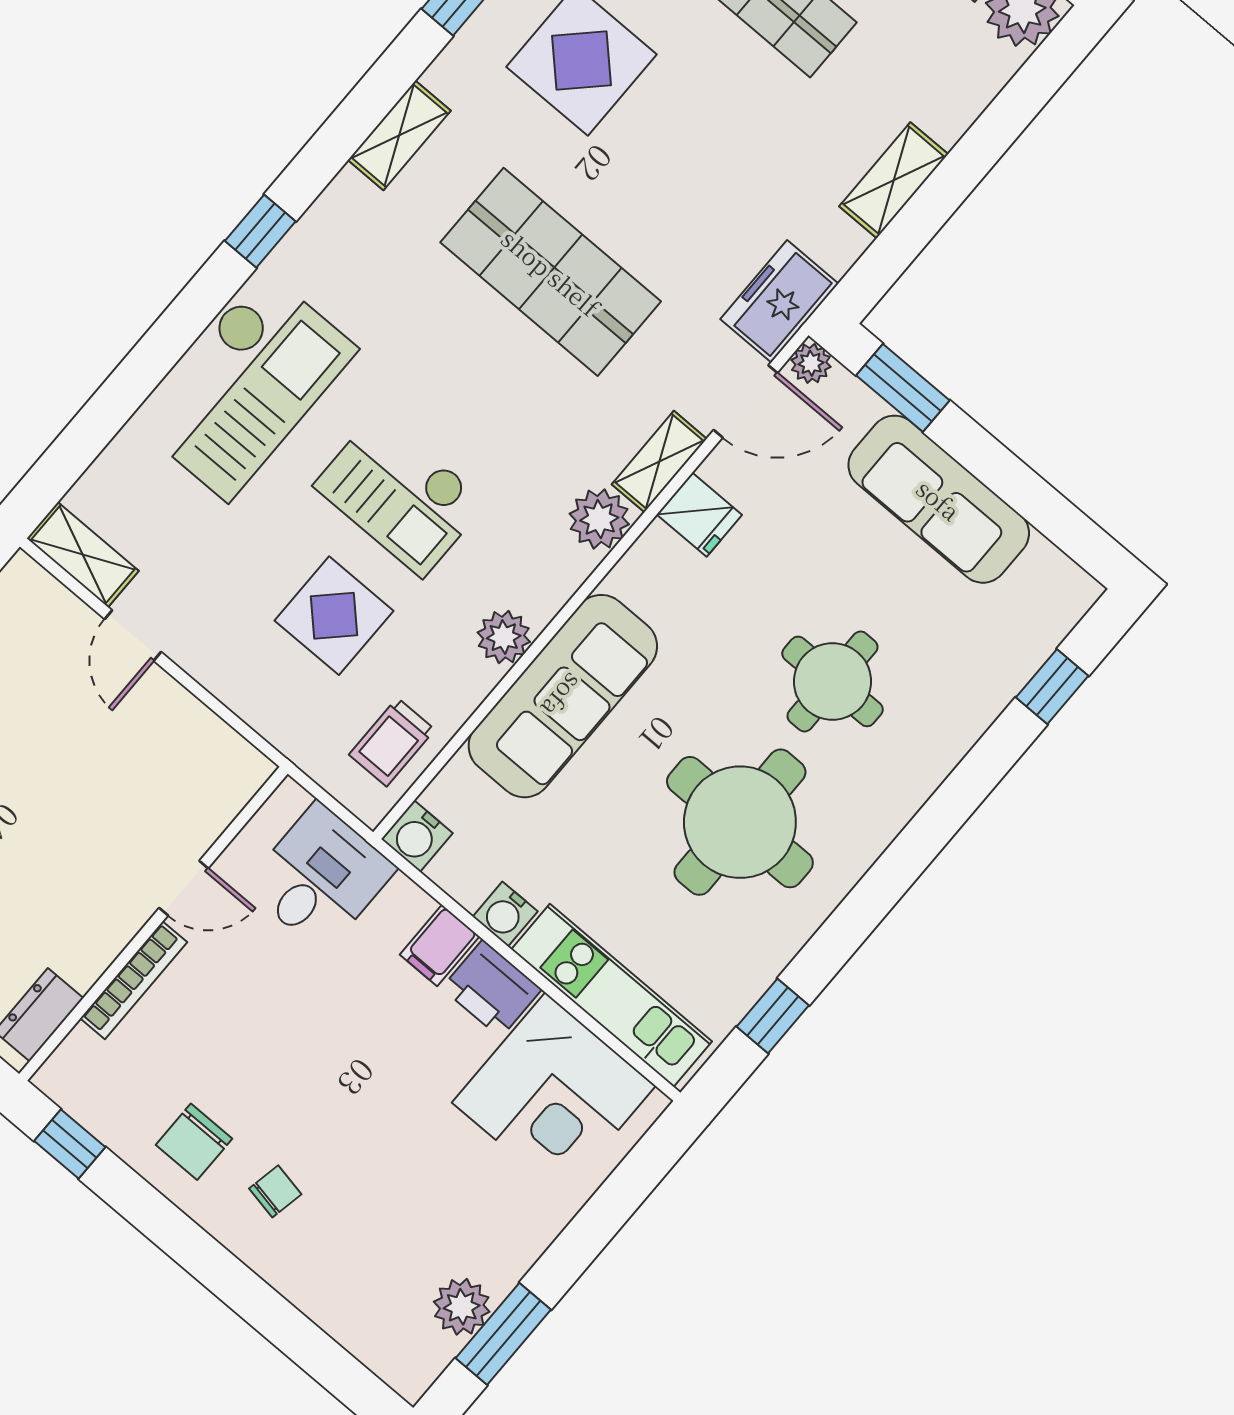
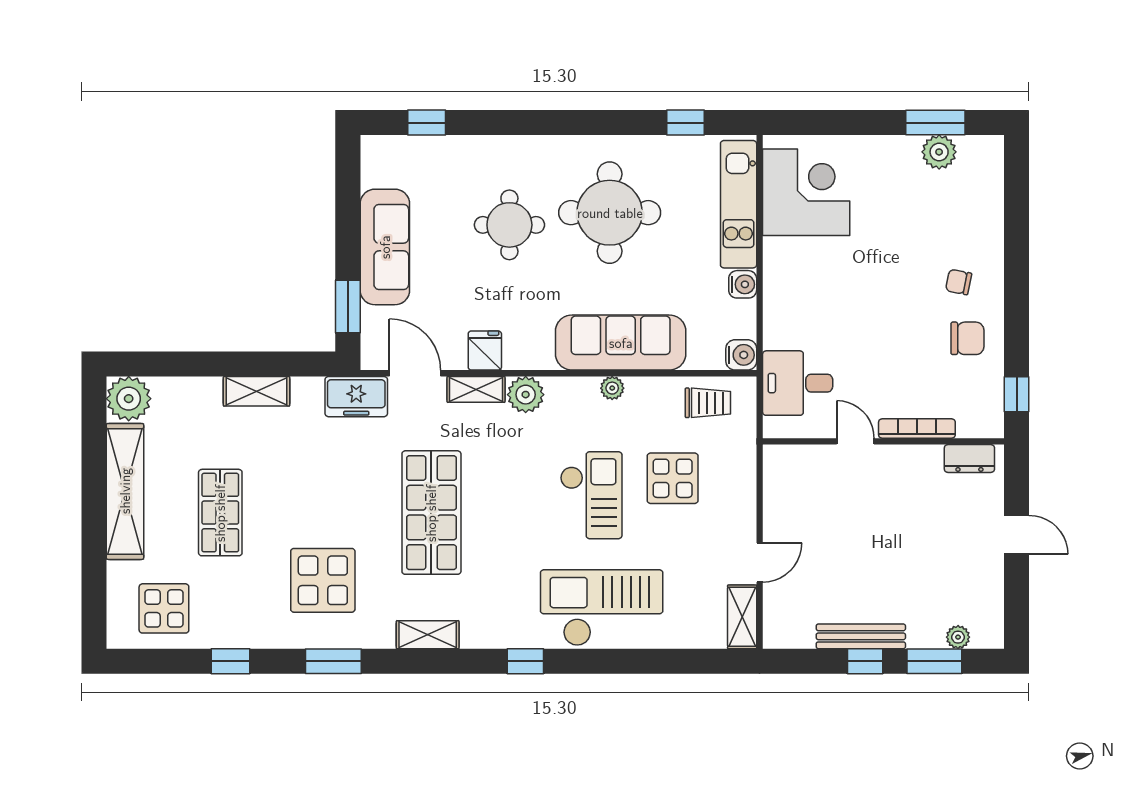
plant: (811, 363) -> (372, 358), removed
plant: (504, 637) -> (612, 388), width x0.73, depth x0.73
filing cabinet: (440, 945) -> (782, 302), removed
printer: (492, 989) -> (782, 262), removed

